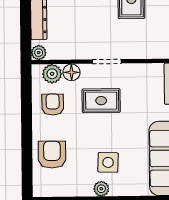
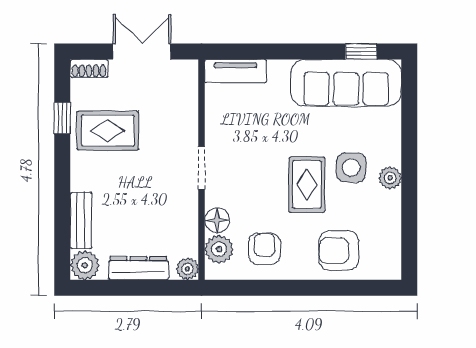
rug: (101, 101) -> (307, 185), moved
armchair: (53, 104) -> (264, 249), turned 90

